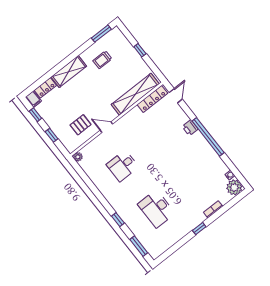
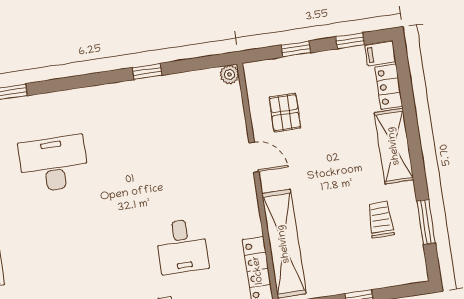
window: (101, 34) -> (426, 222), moved
door: (106, 127) -> (254, 157), hinge flipped
desk: (123, 166) -> (182, 246), moved, turned 180
window: (118, 220) -> (147, 71), moved

